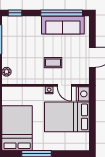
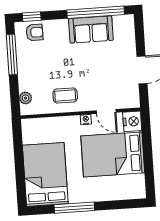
armchair: (16, 25) -> (35, 32), added
sofa: (63, 25) -> (91, 29), width x0.73
coffee table: (53, 63) -> (65, 95), moved

